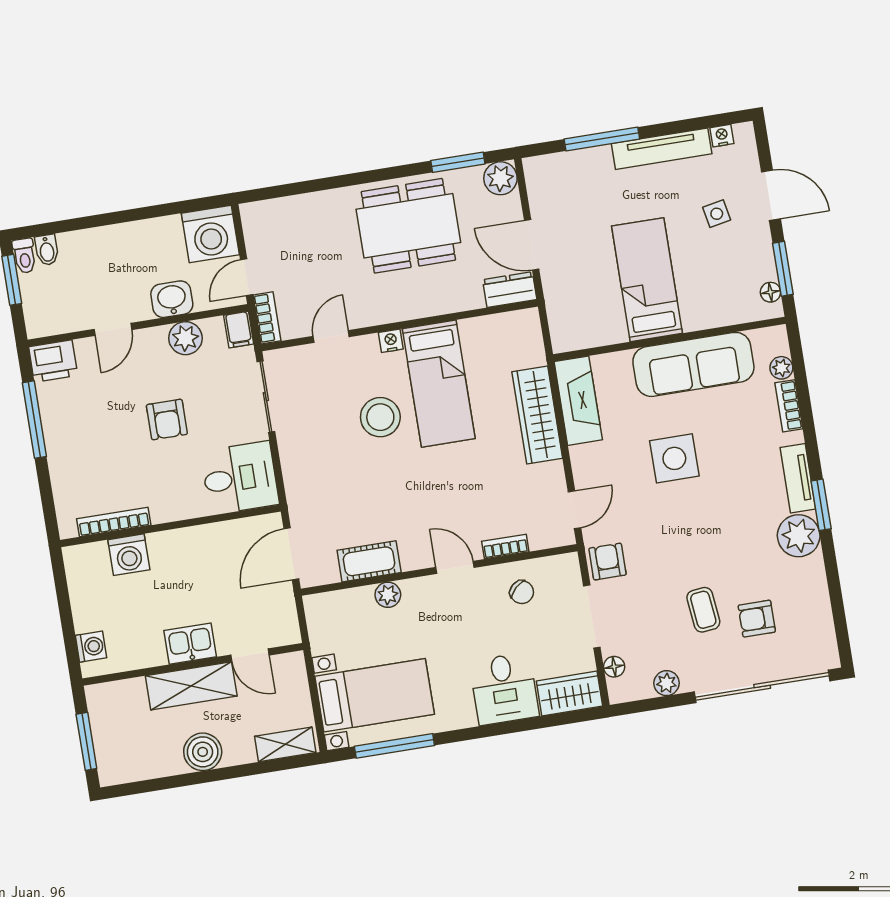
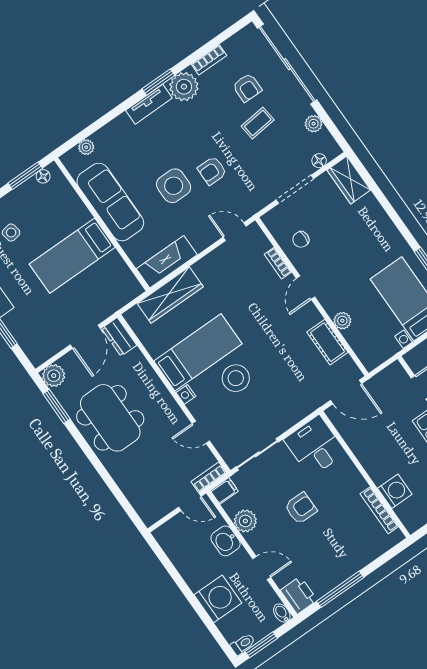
washing machine: (210, 234) -> (218, 599), moved
bidet: (47, 250) -> (282, 613), moved, turned -90
bookcase: (789, 406) -> (209, 60), moved
wardrobe: (537, 415) -> (170, 295), moved
armchair: (608, 562) -> (212, 171), moved
chair: (522, 592) -> (301, 239), turned -137
desk: (504, 689) -> (365, 221), removed

